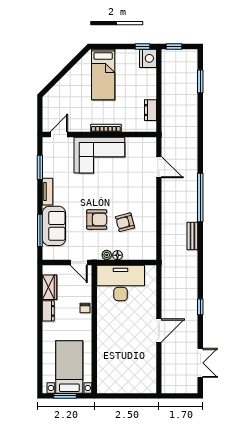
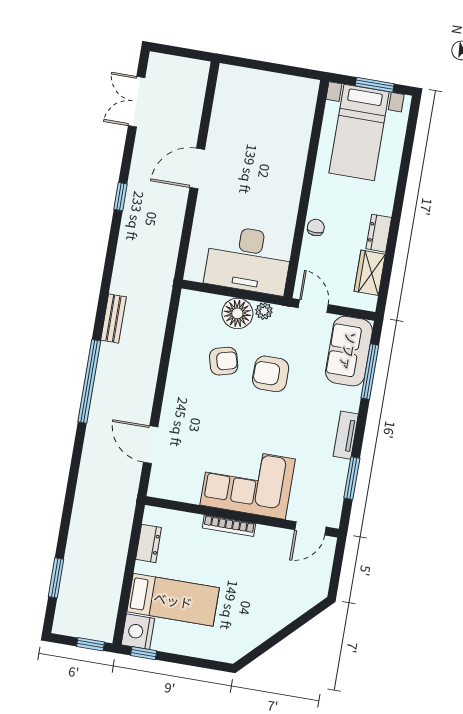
bed: (103, 75) -> (173, 600), moved, turned 90
sofa: (54, 226) -> (349, 351), moved
floor lamp: (117, 255) -> (237, 313), width x1.89, depth x1.89

